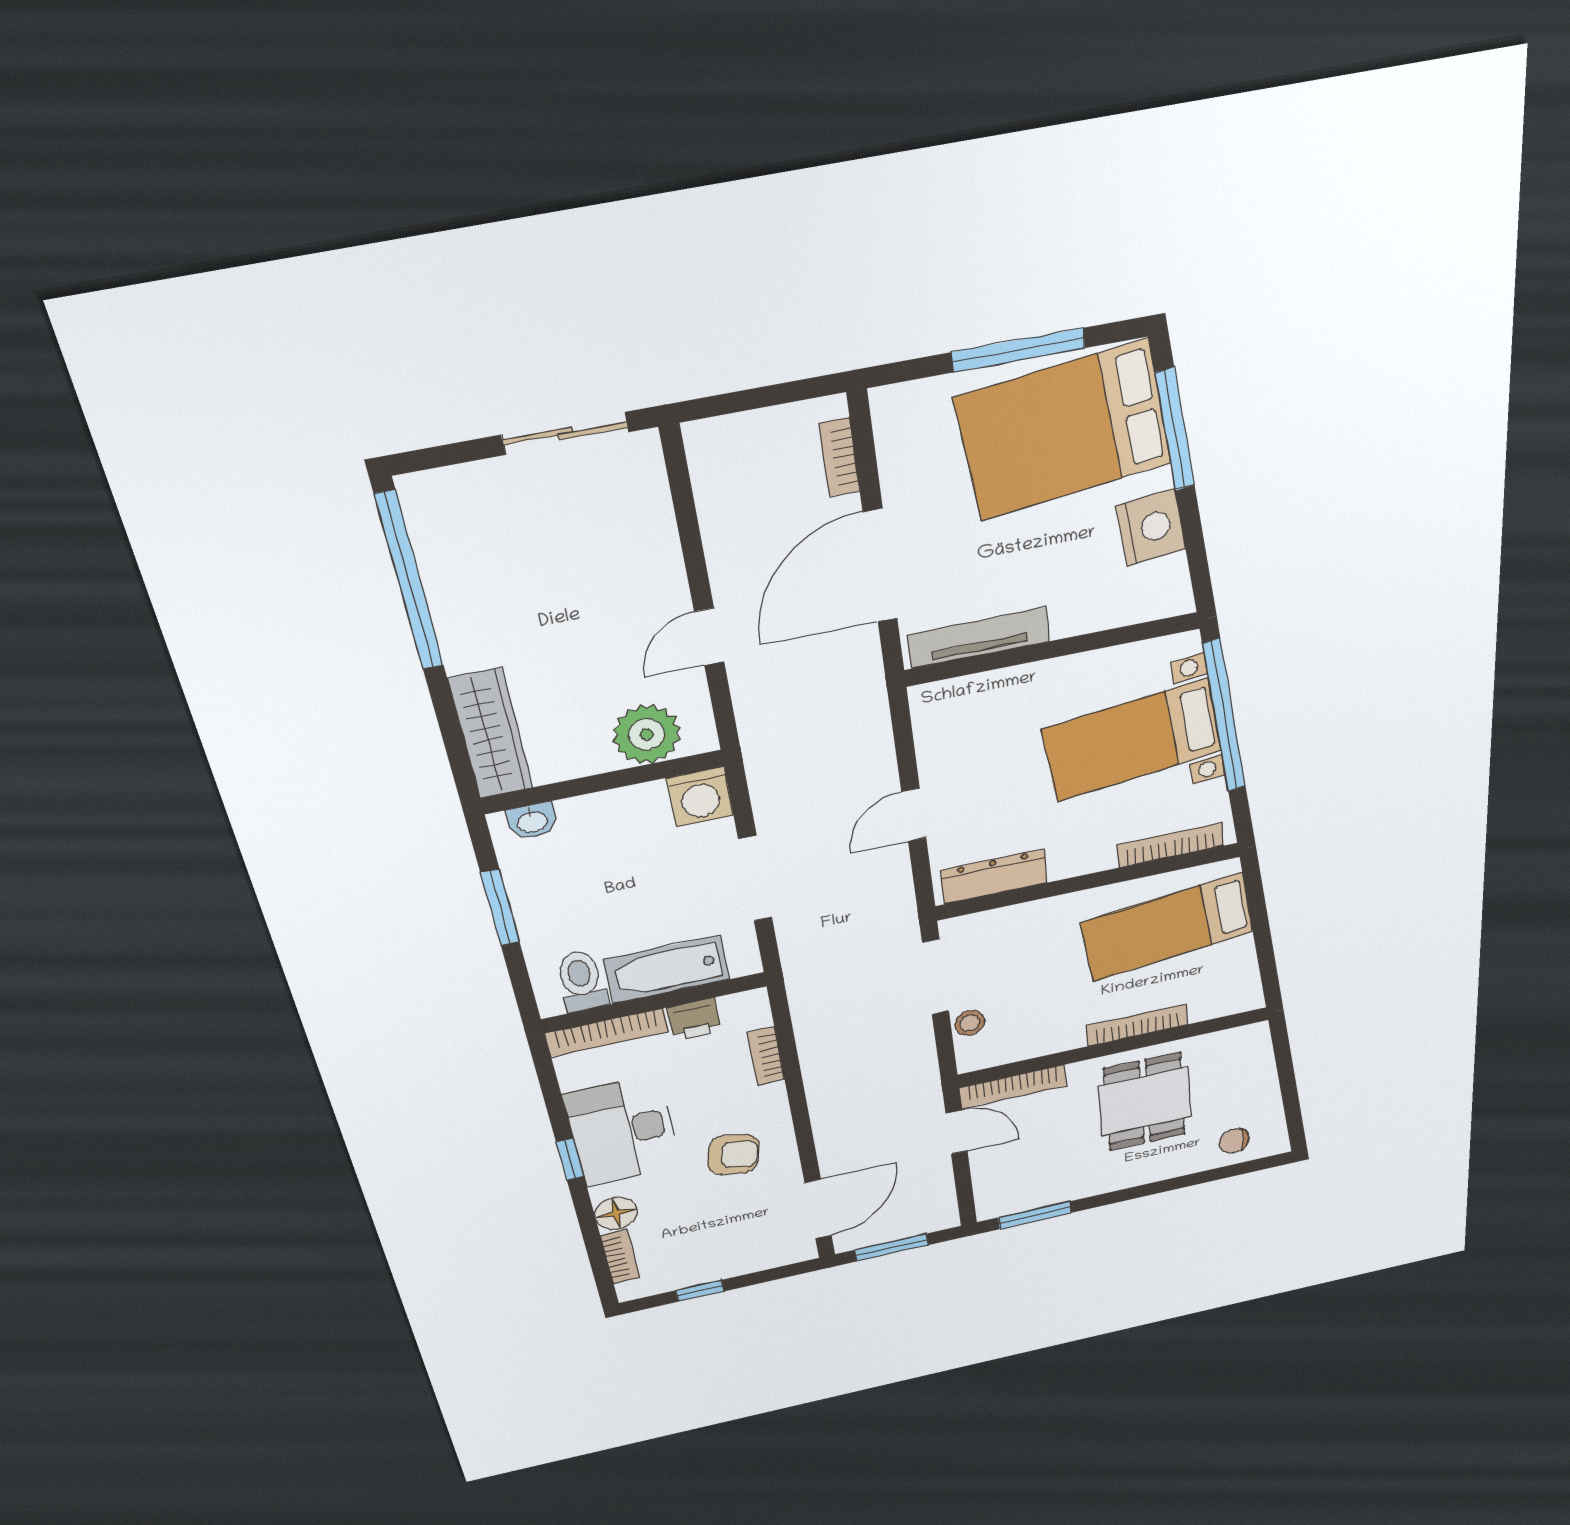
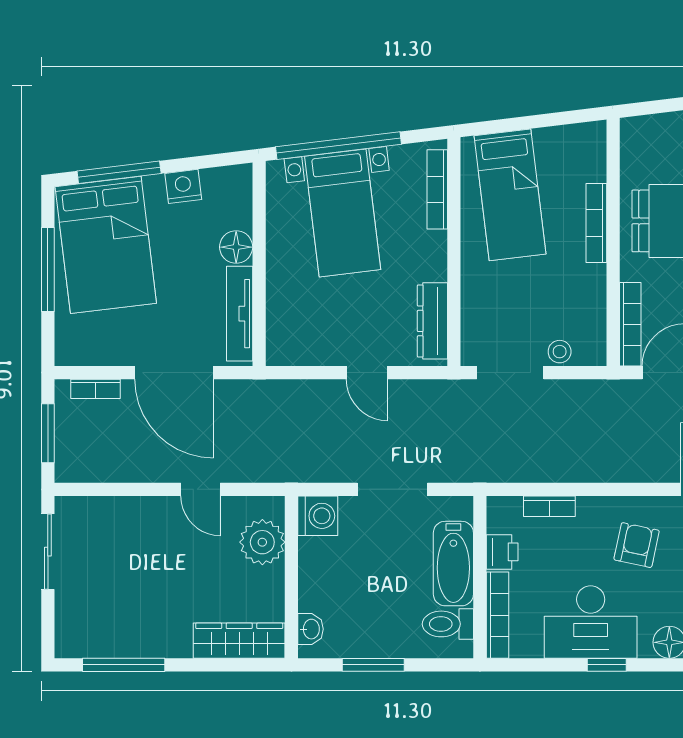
window: (758, 398) -> (48, 433), added
nightstand: (1151, 527) -> (183, 186), width x0.74, depth x0.75
window: (409, 581) -> (124, 665), width x0.68
floor lamp: (1075, 614) -> (236, 247), added

